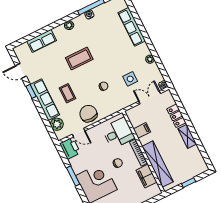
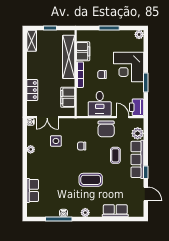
row of seats: (132, 27) -> (33, 190), width x0.68
filing cabinet: (142, 130) -> (68, 97), width x2.00
desk: (118, 133) -> (100, 104), moved, turned -90
shelving: (187, 136) -> (32, 41), moved

